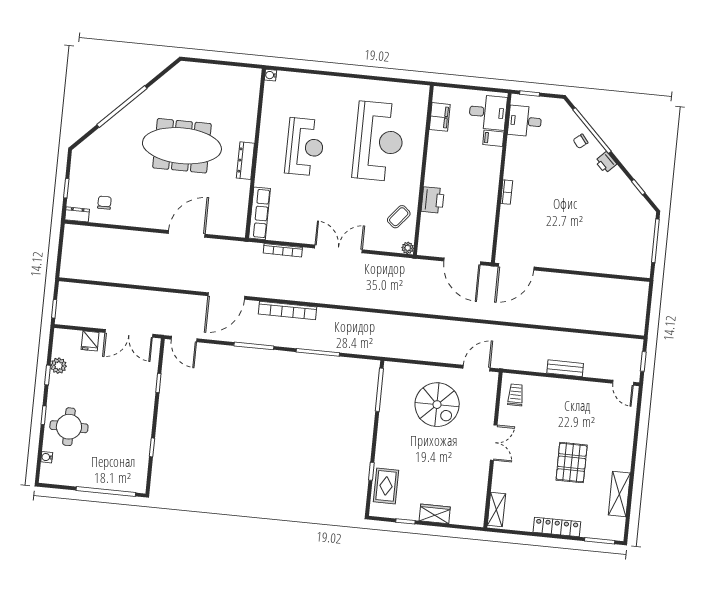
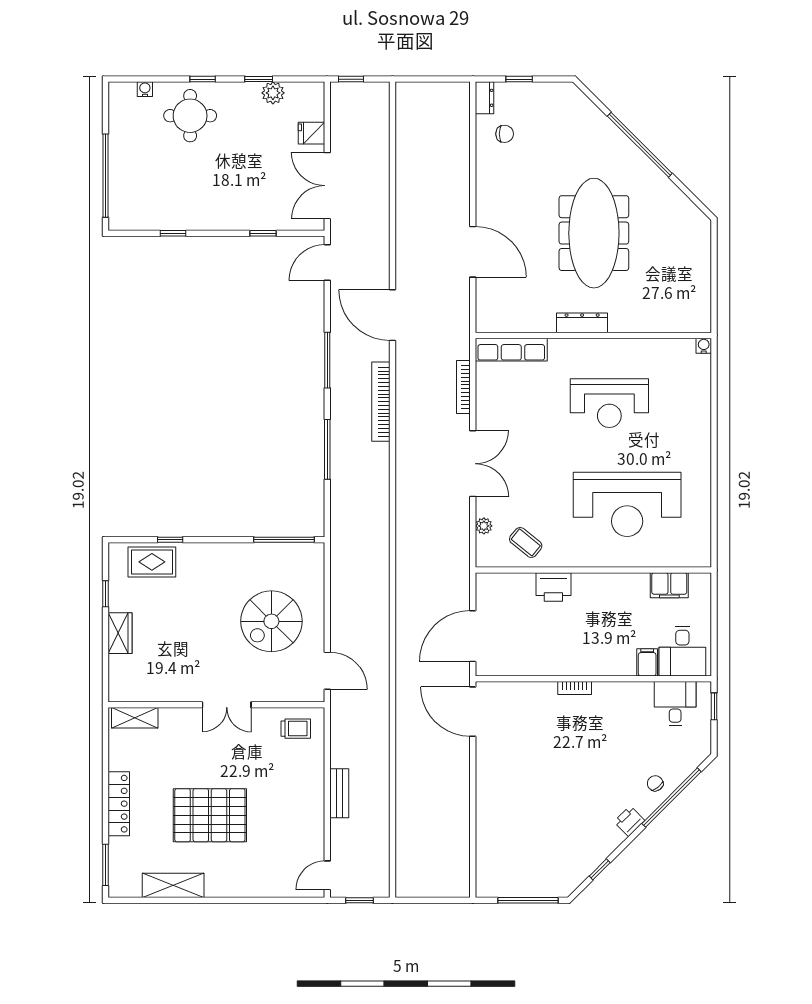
plant: (408, 248) -> (484, 526), moved
pallet: (572, 463) -> (210, 815), width x1.37, depth x1.41

